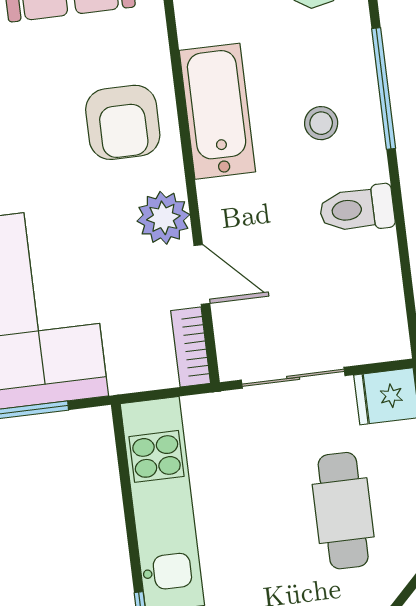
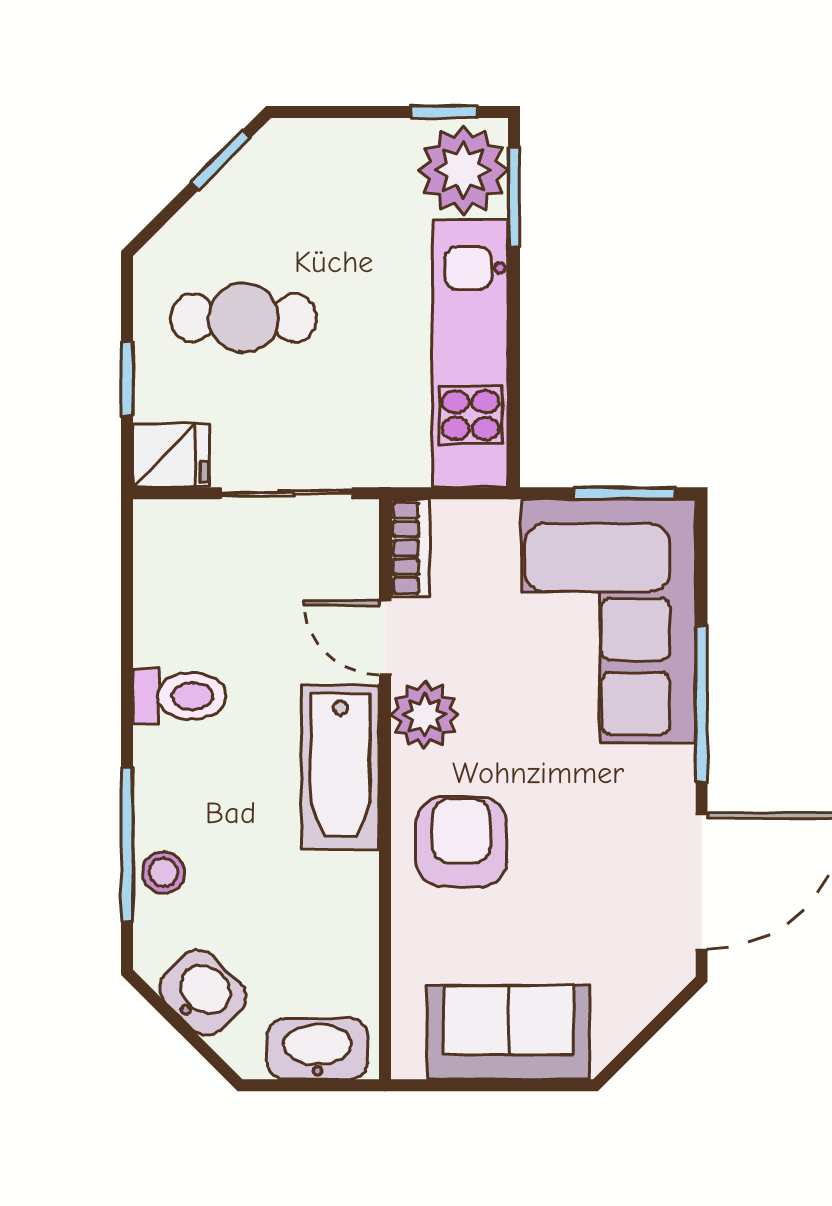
bathtub: (217, 111) -> (340, 767), moved
stool: (321, 123) -> (163, 872), moved
cafe table: (343, 511) -> (243, 318), turned 90

